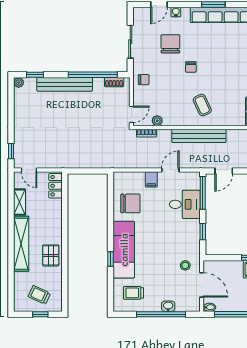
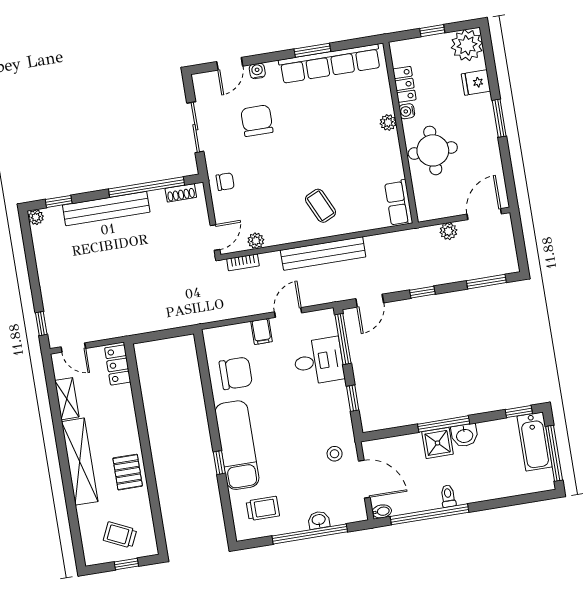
chair: (191, 67) -> (294, 151), removed
trolley: (134, 293) -> (263, 508), turned 180

